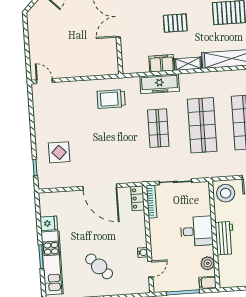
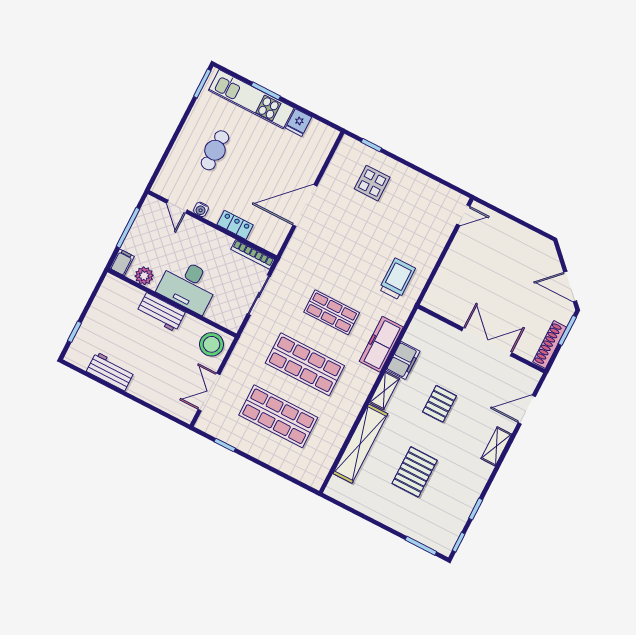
locker: (138, 198) -> (235, 225), moved
desk: (197, 231) -> (188, 285), width x1.37
cafe table: (99, 266) -> (215, 150), turned -46

